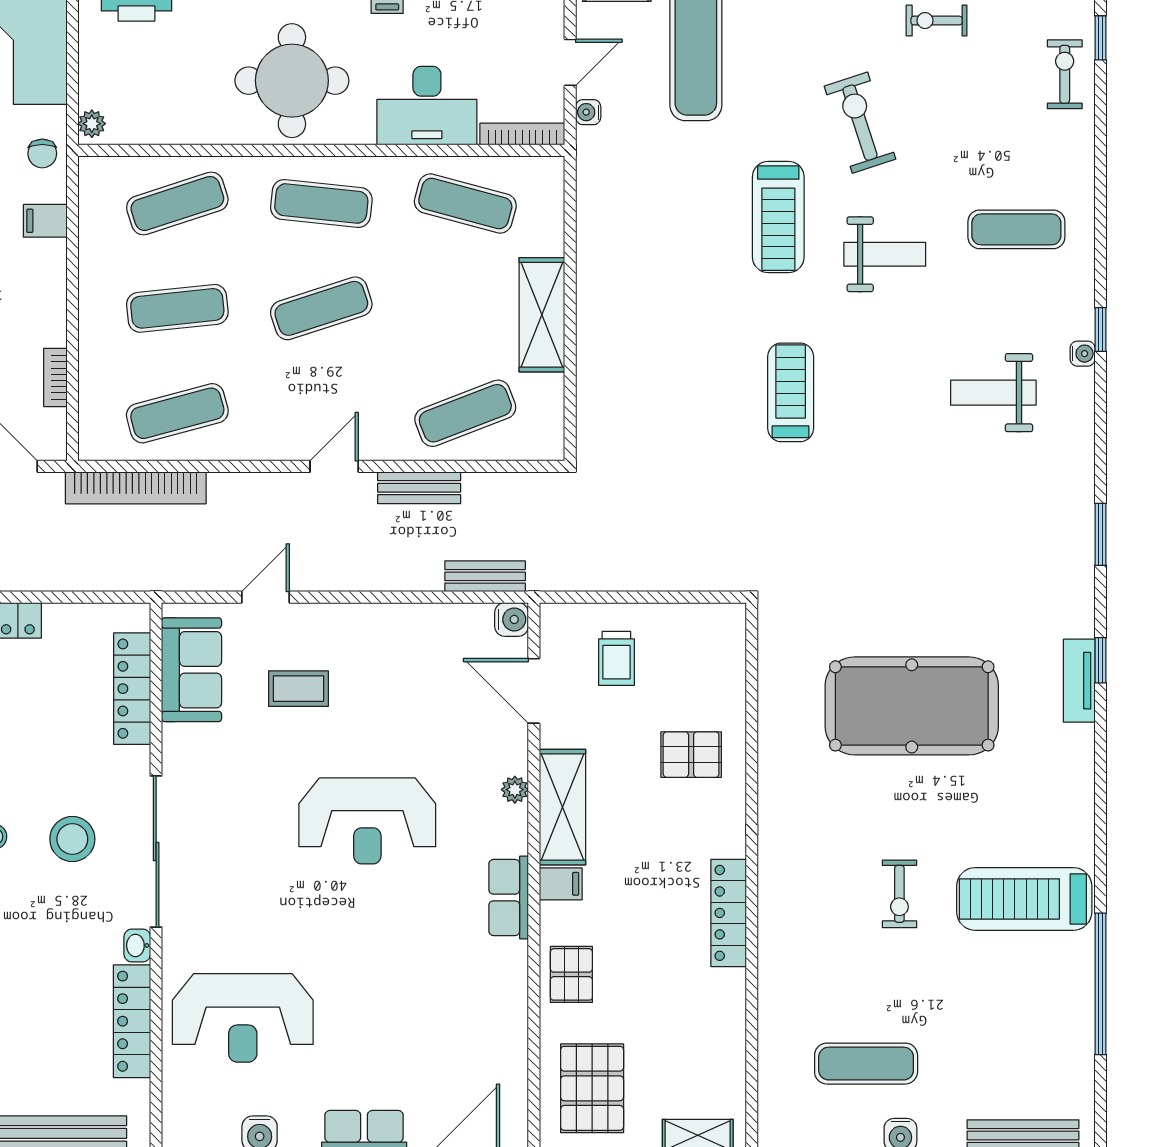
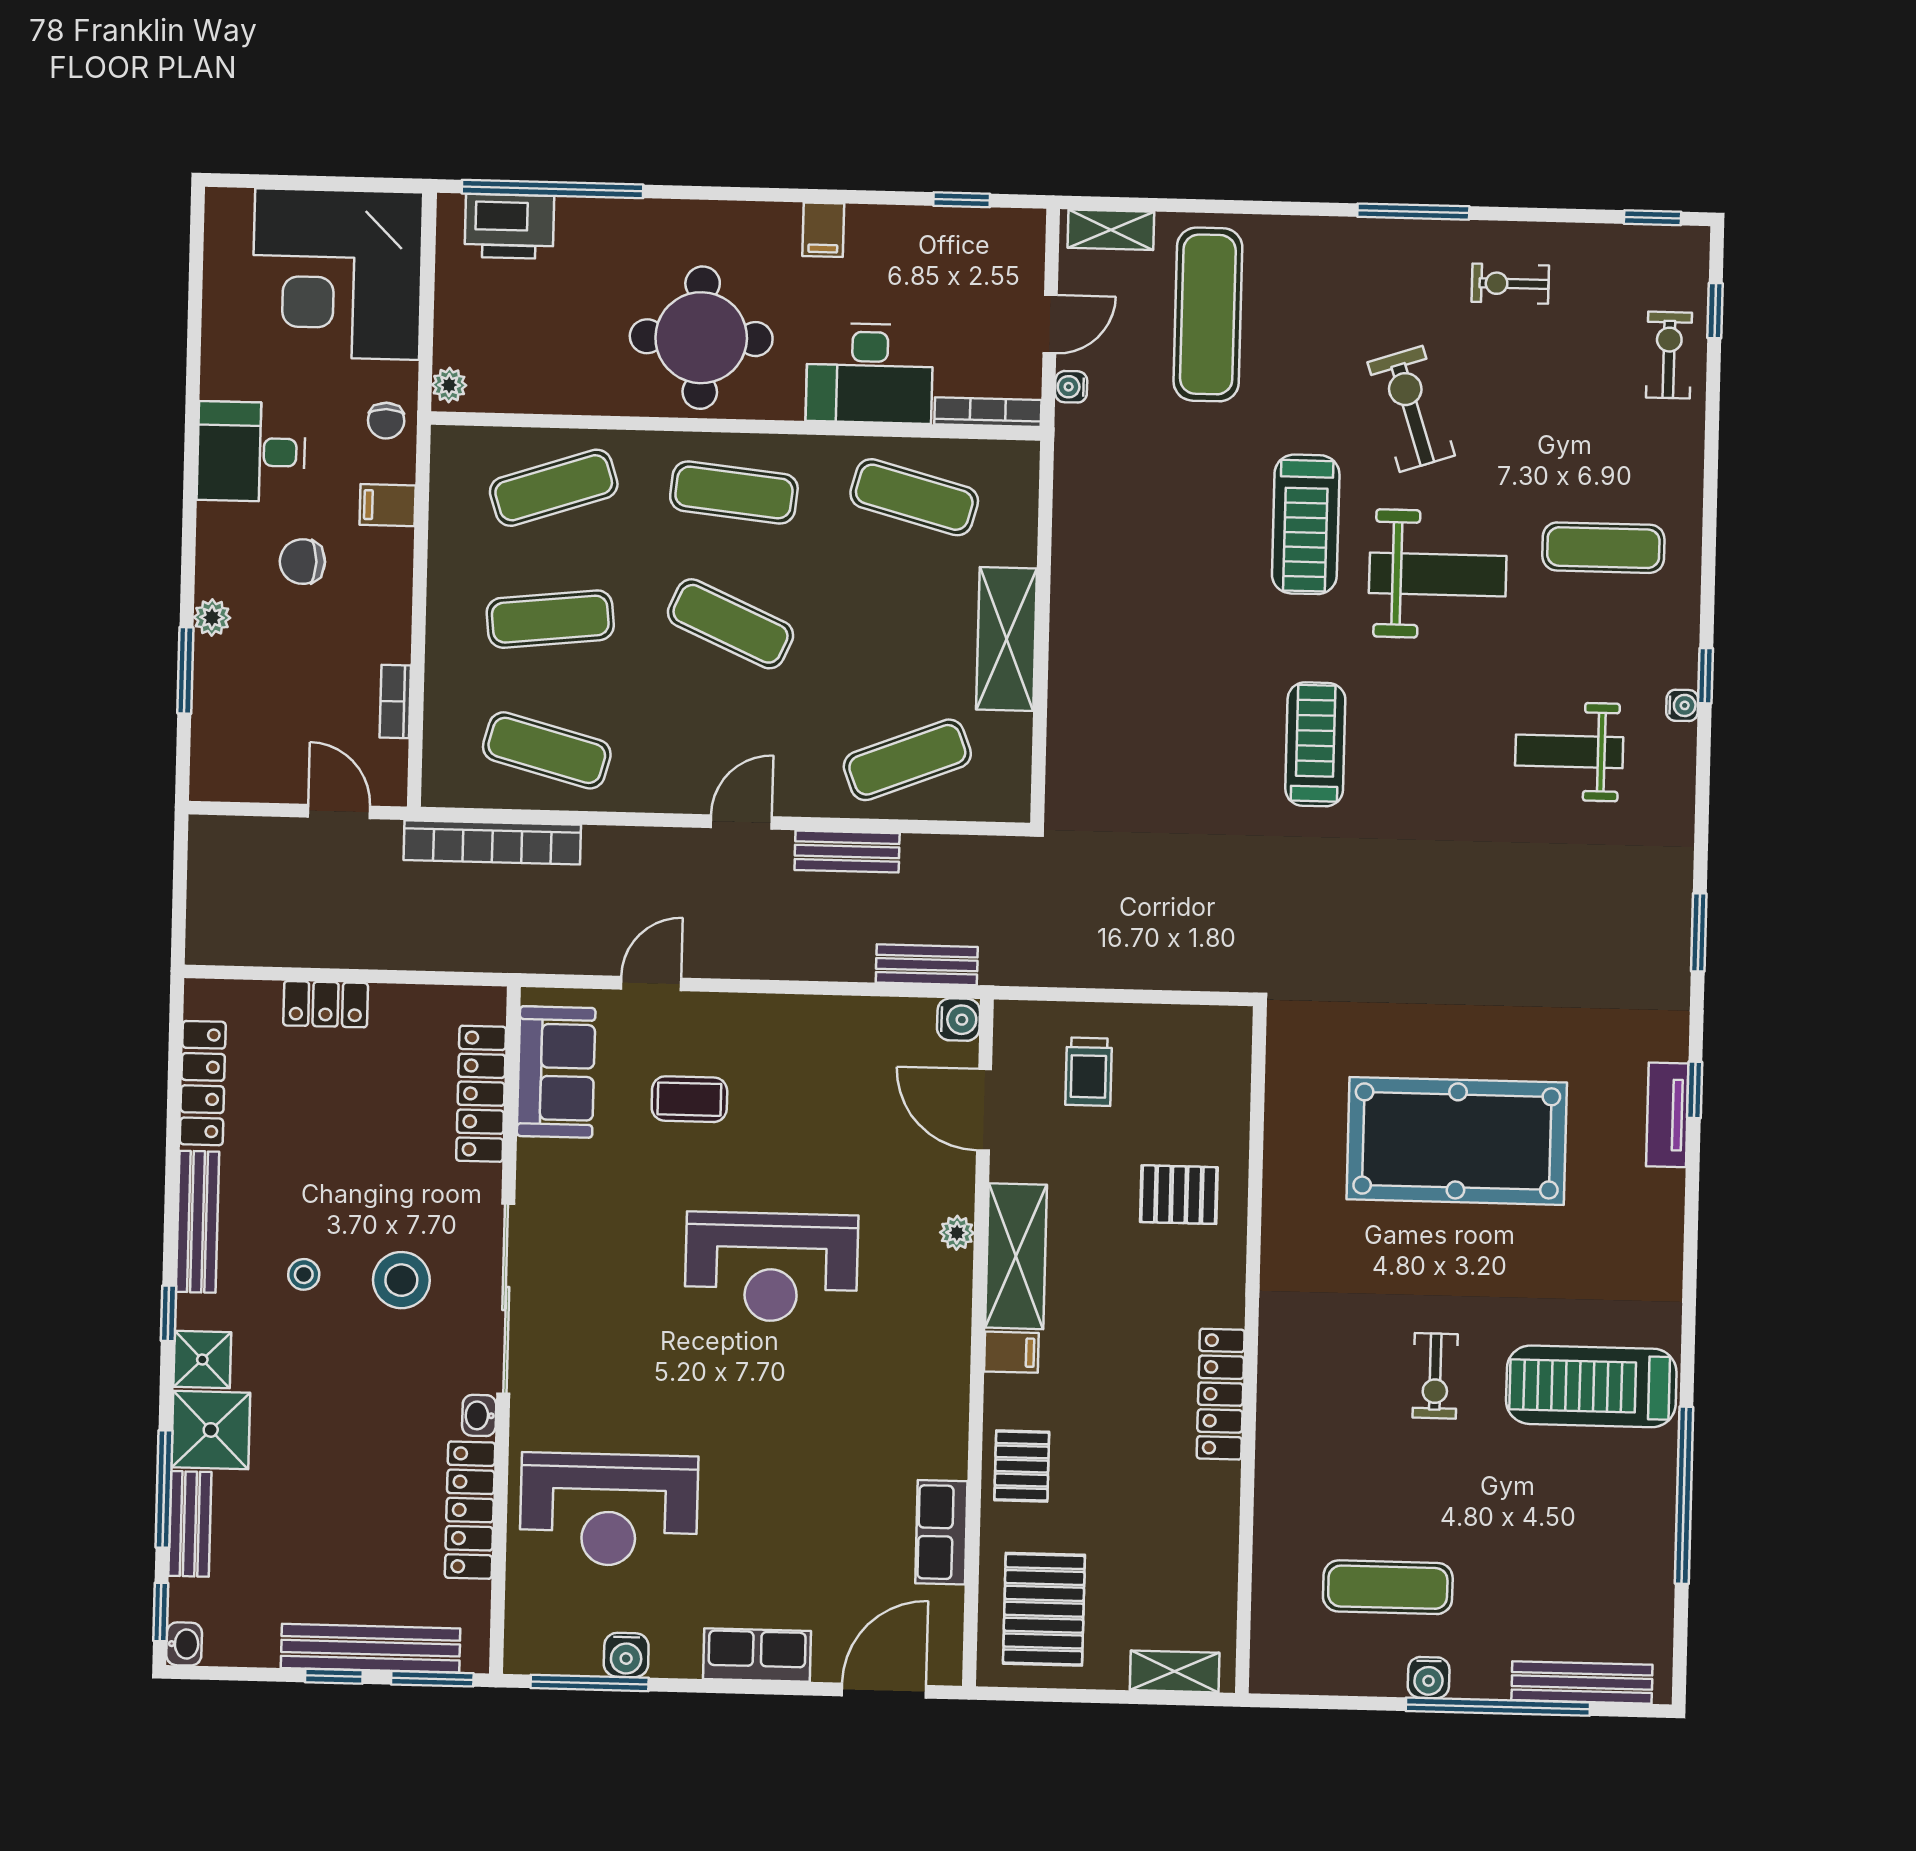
weight bench: (885, 254) -> (1438, 574), width x1.36, depth x1.33
exercise mat: (321, 308) -> (730, 624), turned 42
exercise mat: (177, 413) -> (547, 750), turned 30
row of seats: (509, 897) -> (941, 1532), moved

